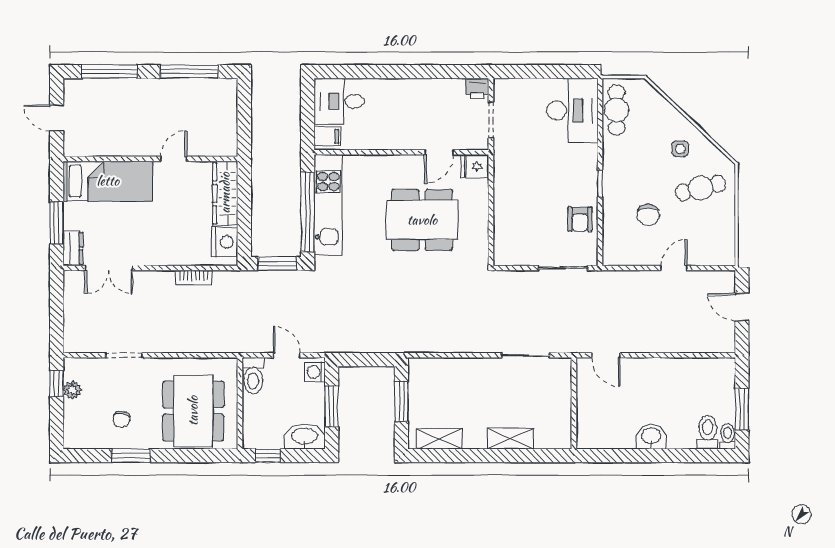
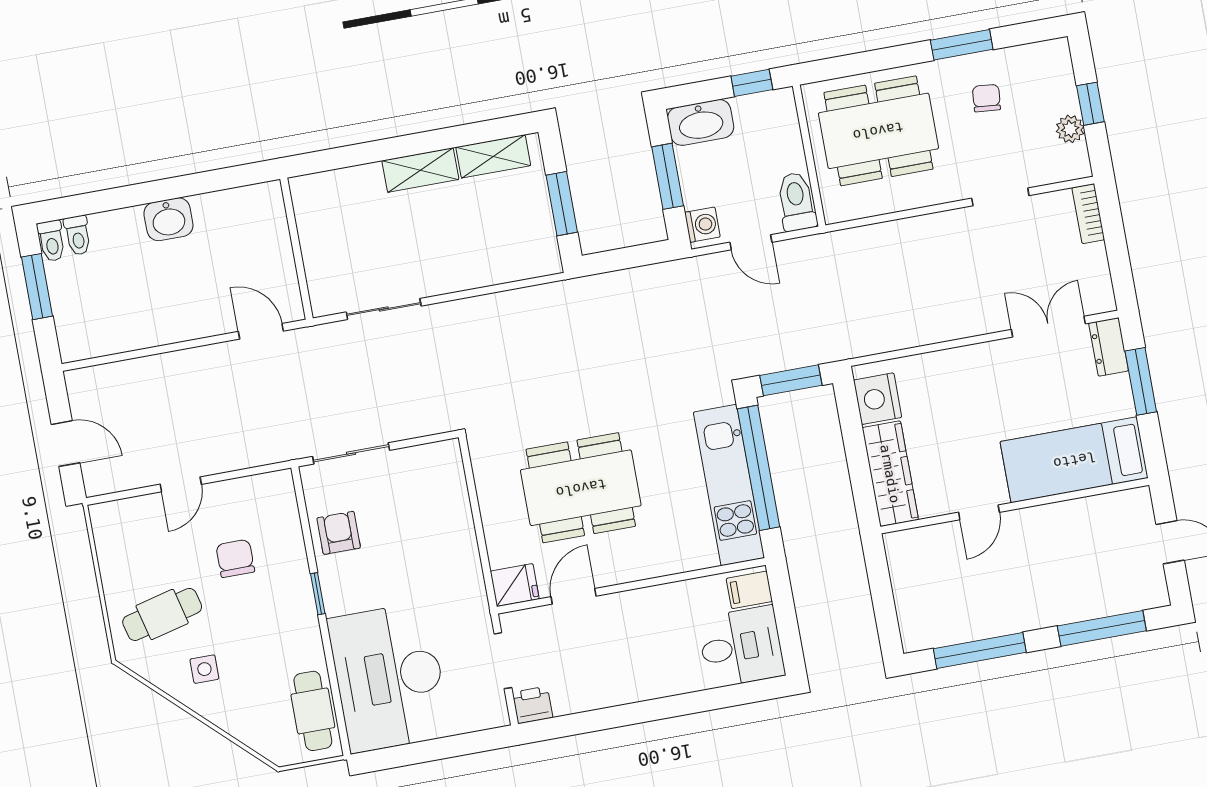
desk: (572, 111) -> (389, 677), width x1.36, depth x1.30
bookcase: (194, 278) -> (1088, 214), moved, turned -90
window: (57, 384) -> (1090, 104), moved
dining table: (193, 411) -> (878, 131), turned 90
toilet: (708, 432) -> (78, 235), width x0.73, depth x0.72
shelving: (511, 439) -> (420, 170), moved

